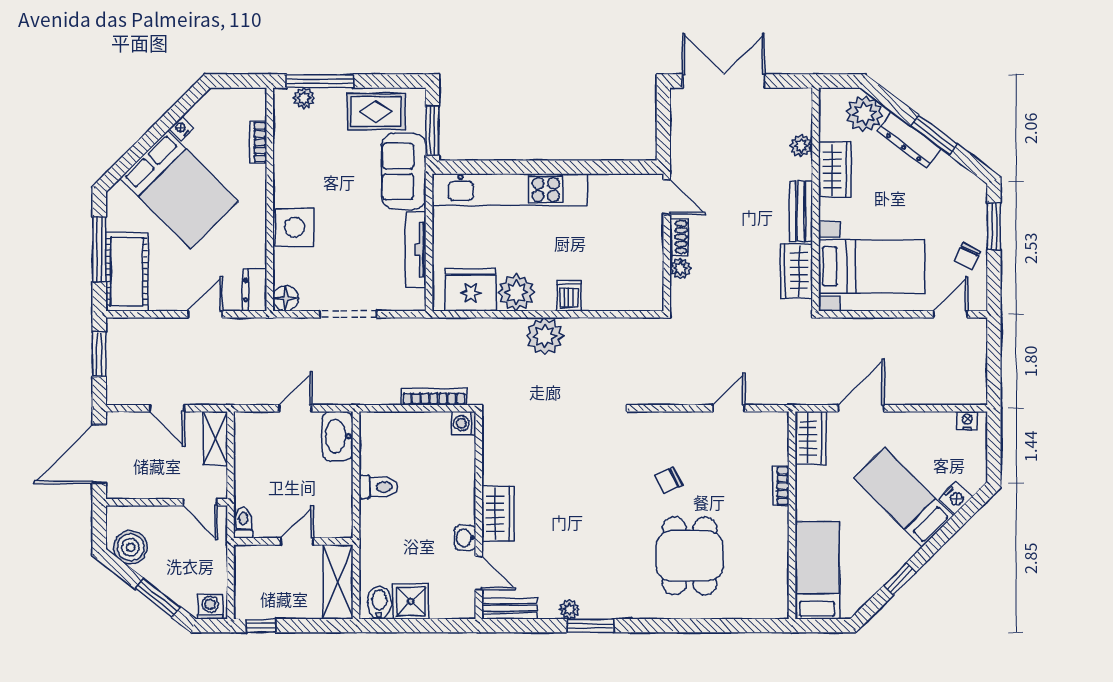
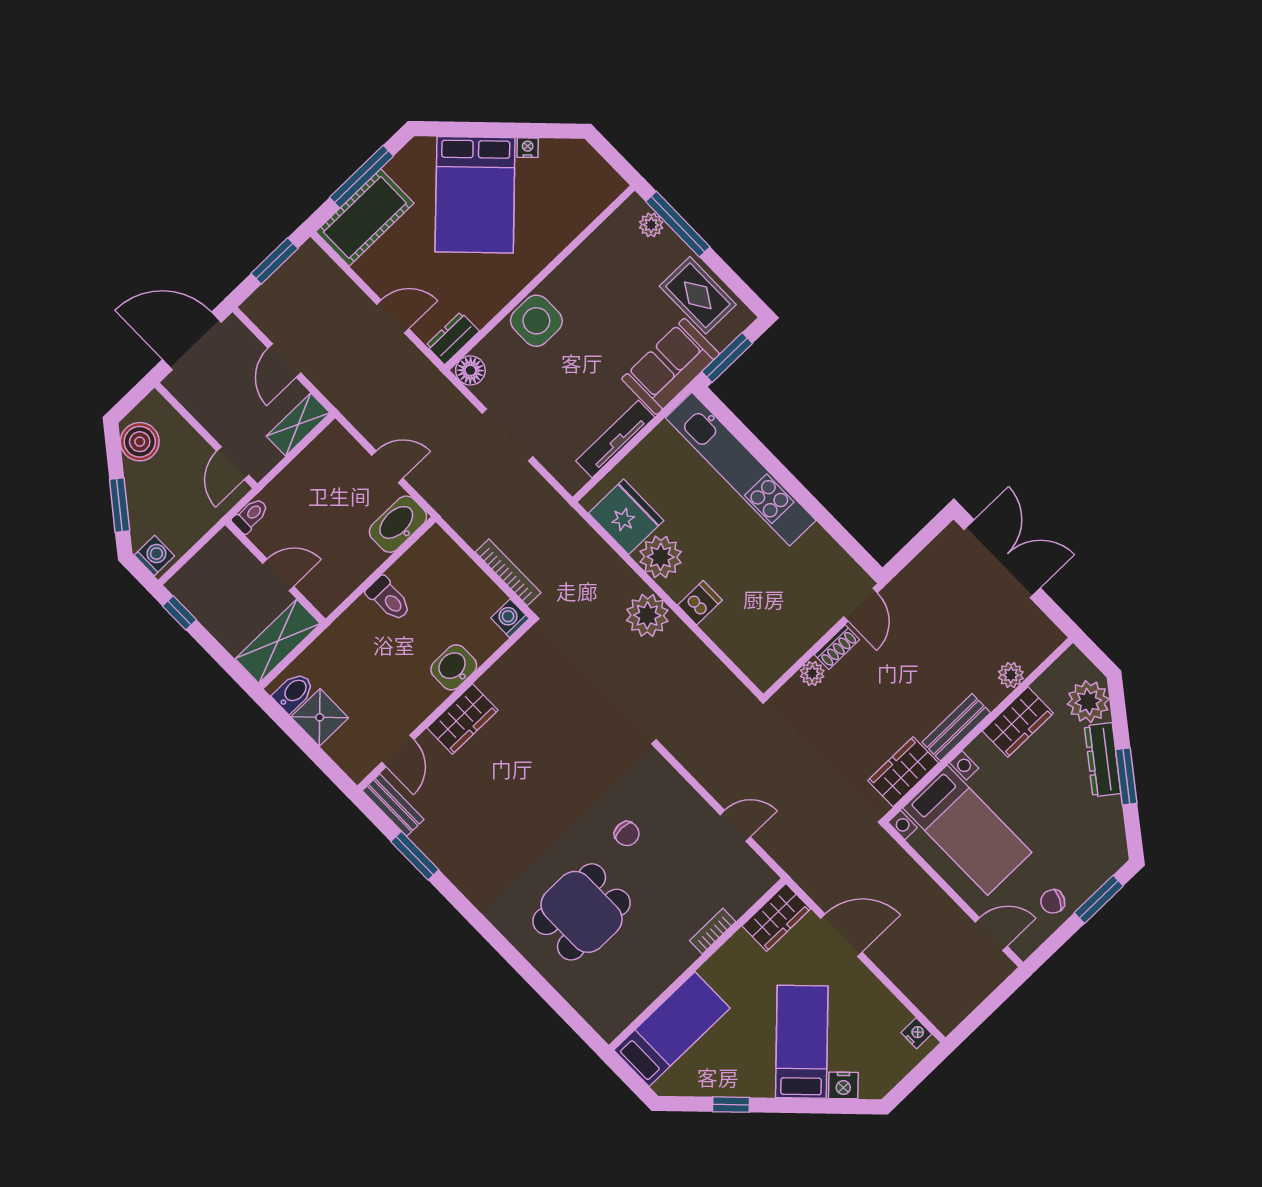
bookcase: (258, 142) -> (578, 222), removed
chair: (668, 480) -> (627, 834), turned -153
washbasin: (465, 538) -> (454, 667), moved, width x1.38, depth x1.45
plant: (569, 609) -> (441, 855), removed
window: (590, 626) -> (415, 856), moved

